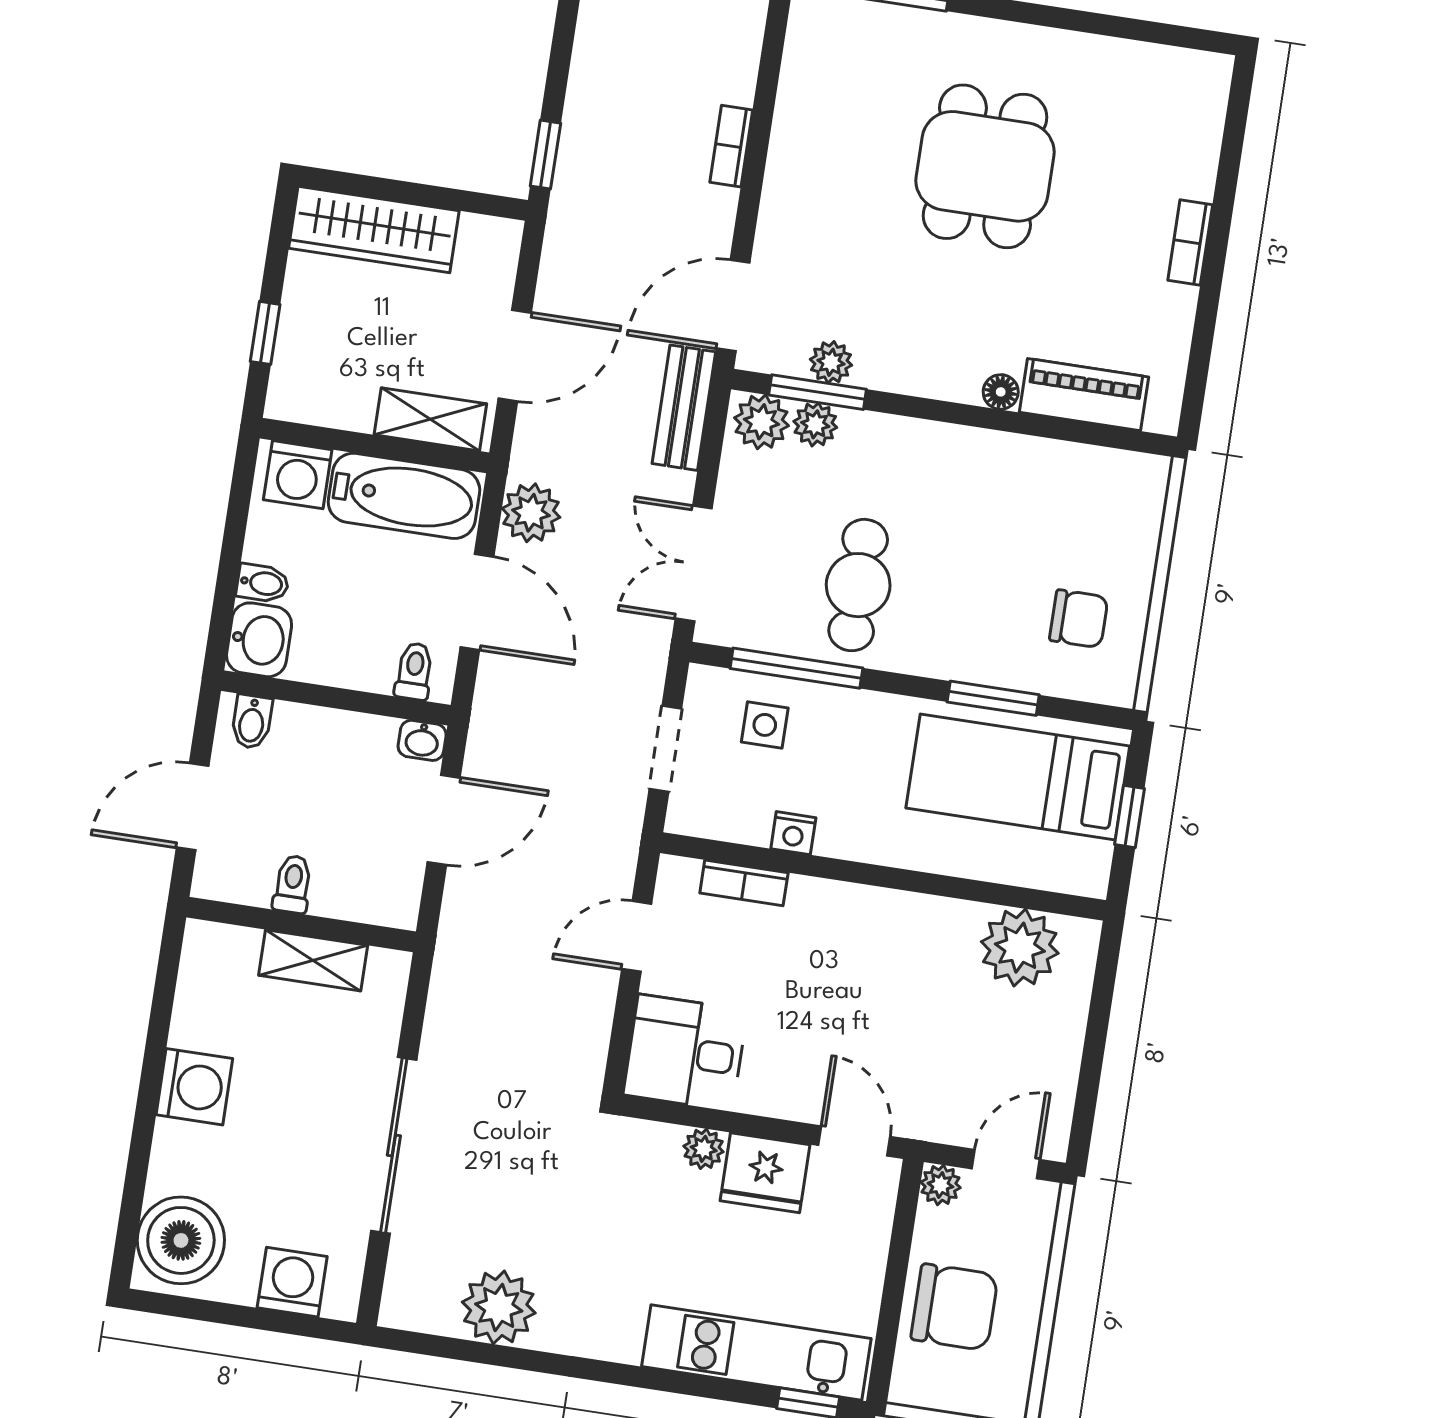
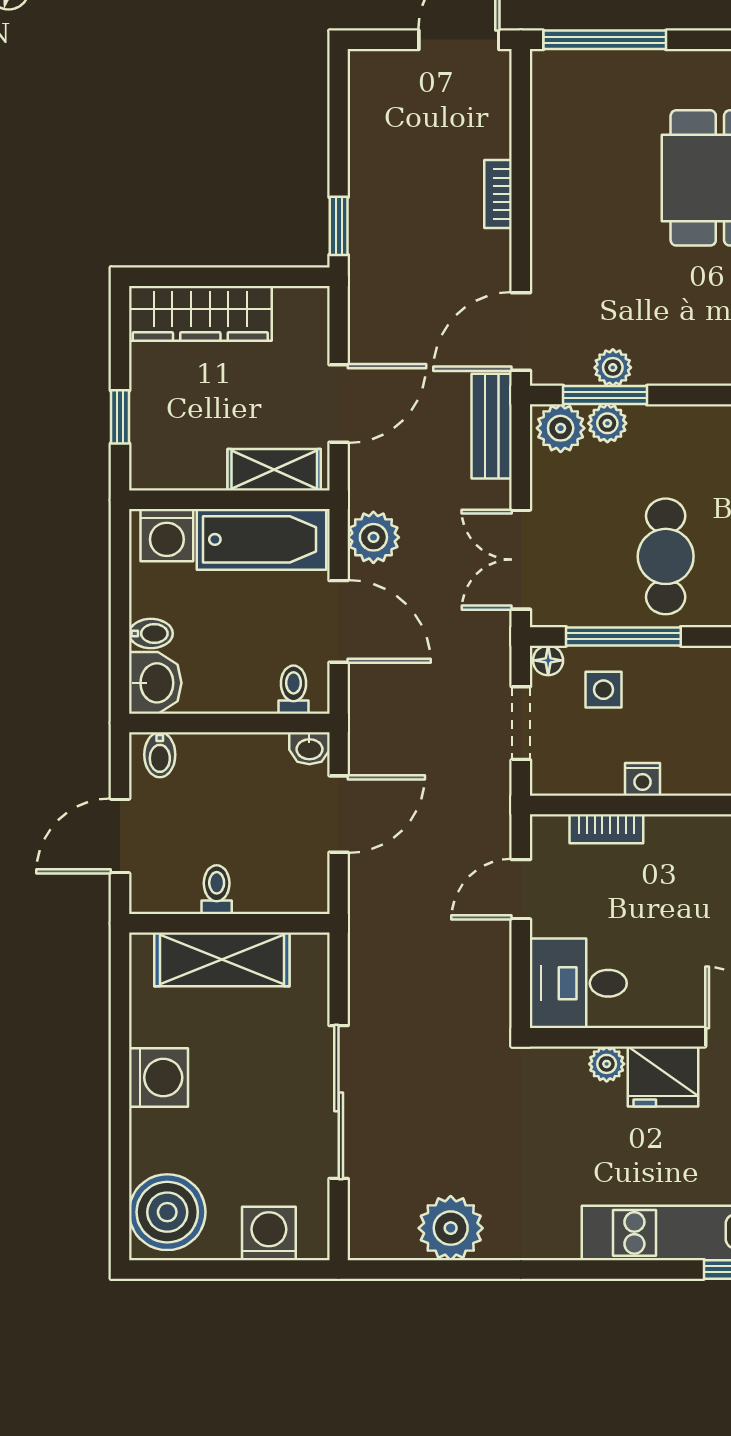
floor lamp: (707, 682) -> (548, 660), added
shelving: (313, 960) -> (222, 959), width x1.50, depth x1.33

